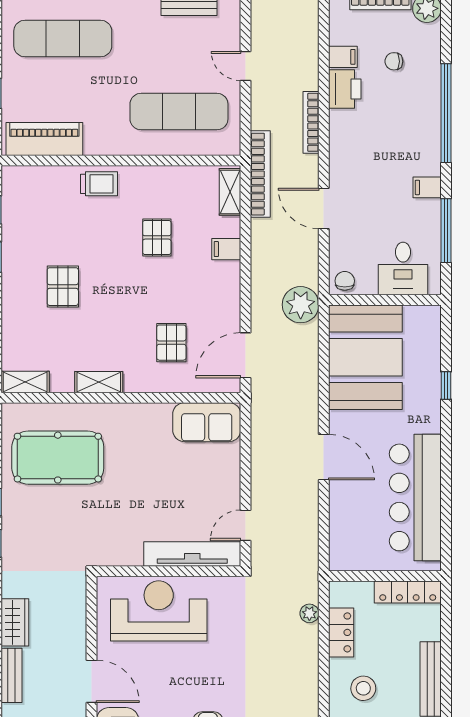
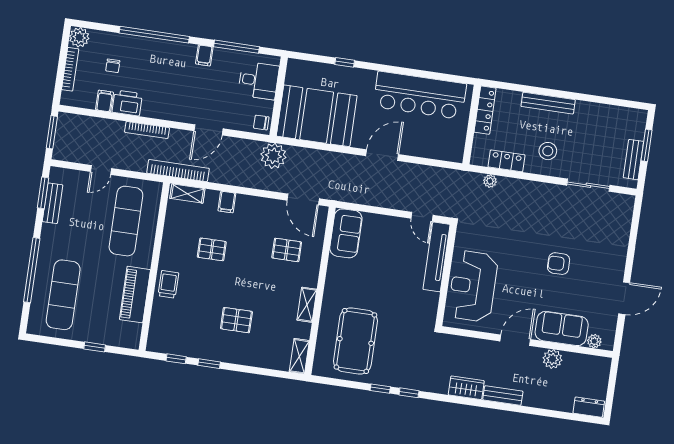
piano: (44, 139) -> (135, 295), moved

